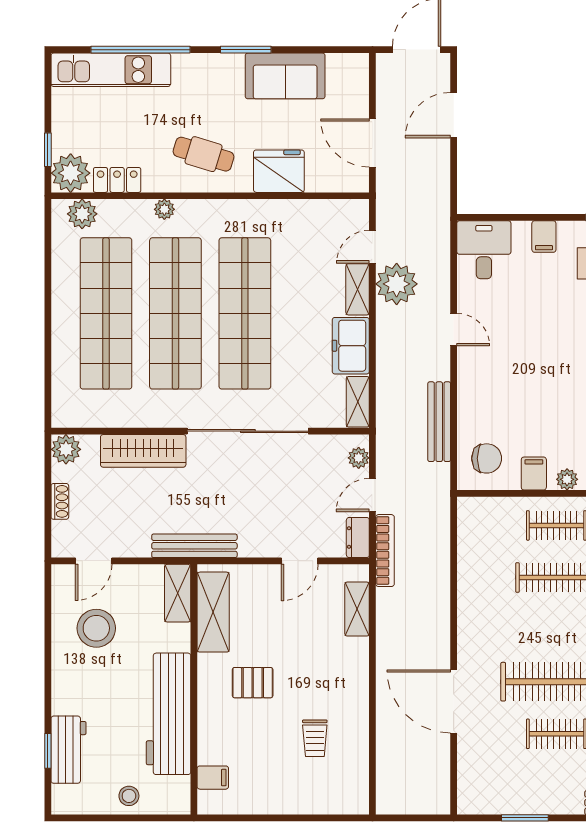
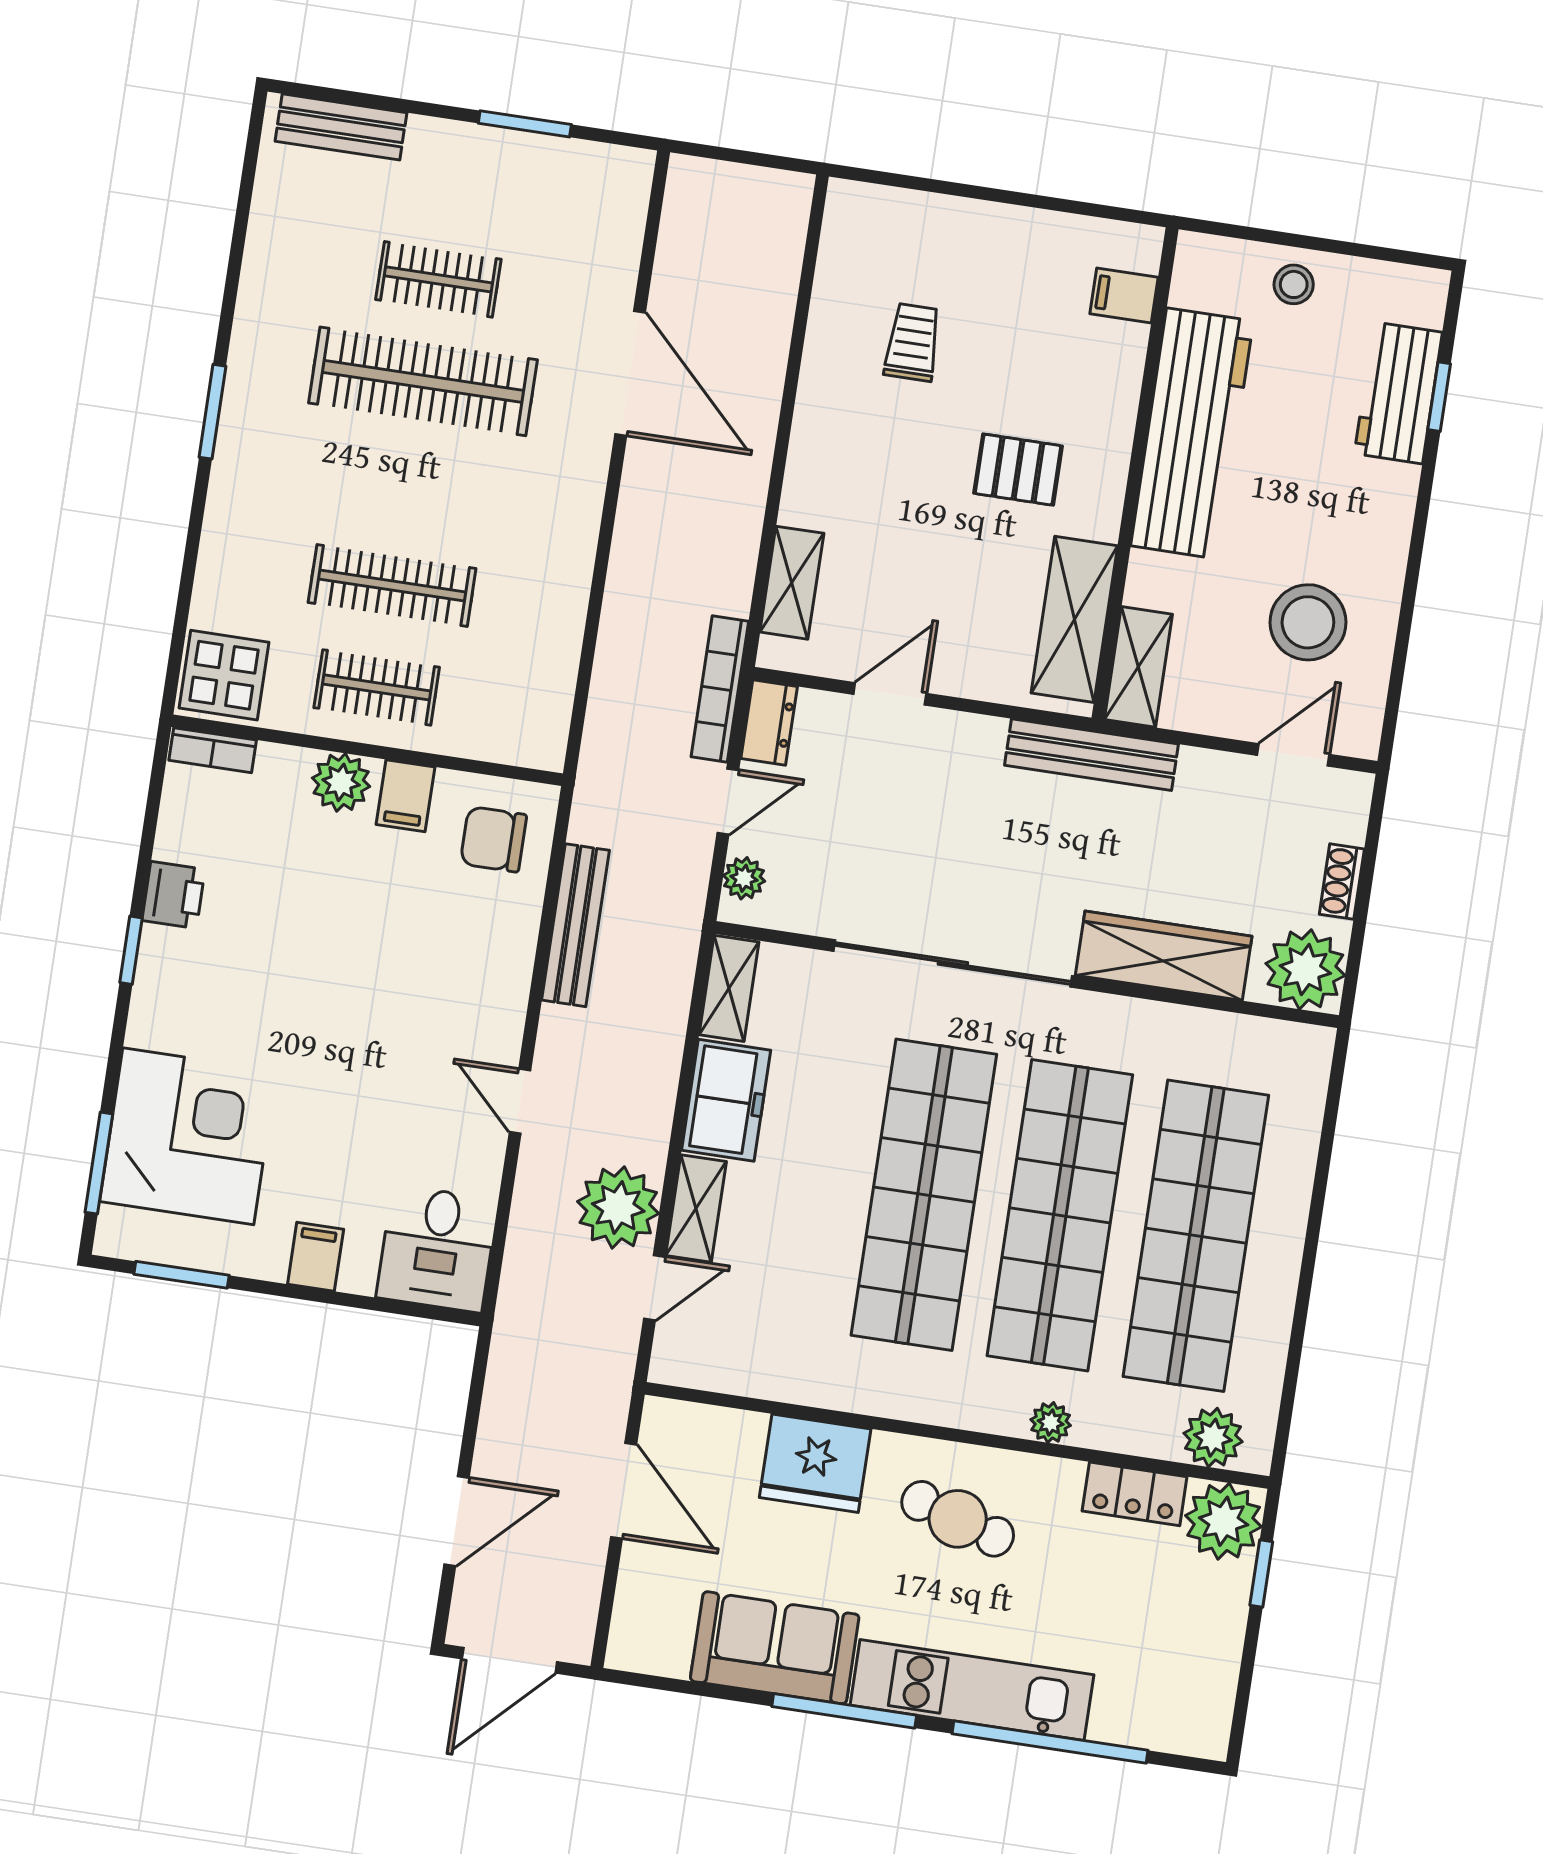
window: (246, 50) -> (844, 1711), width x1.44
kitchen unit: (111, 70) -> (972, 1690), moved
plant: (66, 449) -> (1305, 969), width x1.36, depth x1.36
plant: (567, 479) -> (341, 782), width x1.38, depth x1.38

